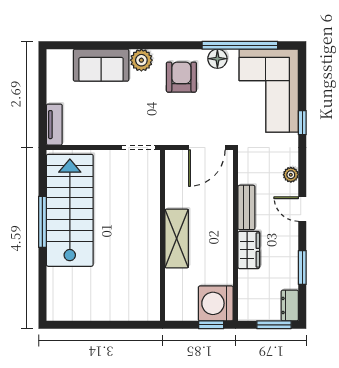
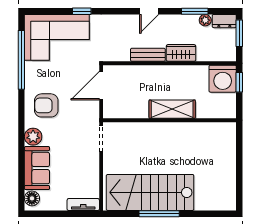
floor lamp: (217, 59) -> (32, 198), moved
door: (207, 147) -> (101, 86), swing flipped
plant: (291, 175) -> (205, 20), moved

